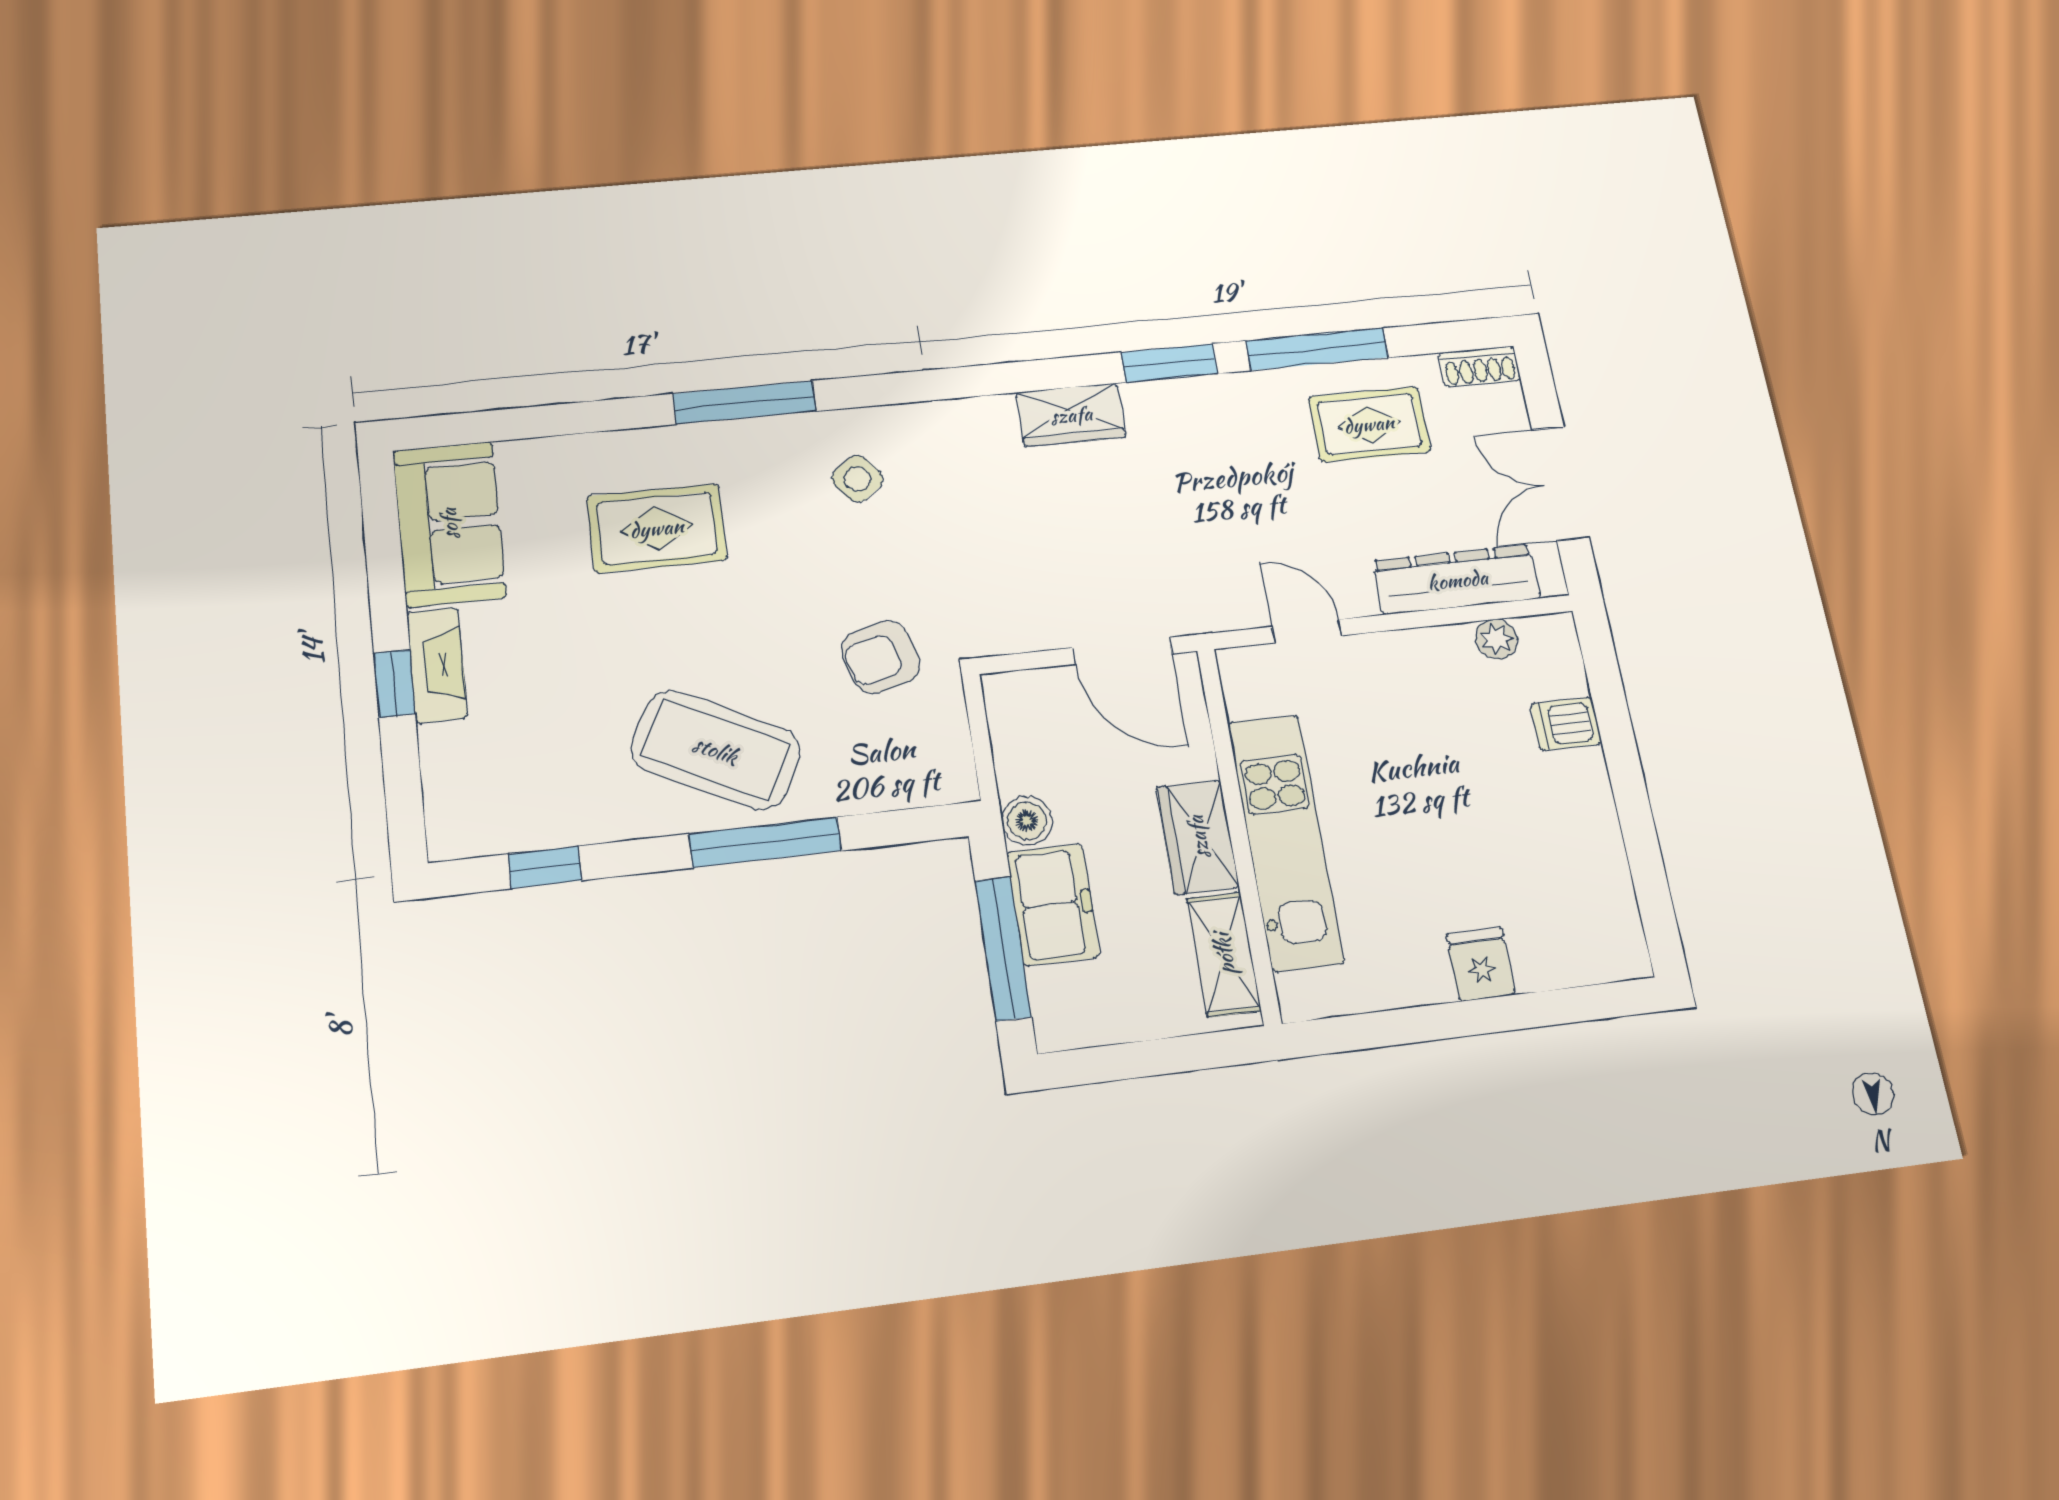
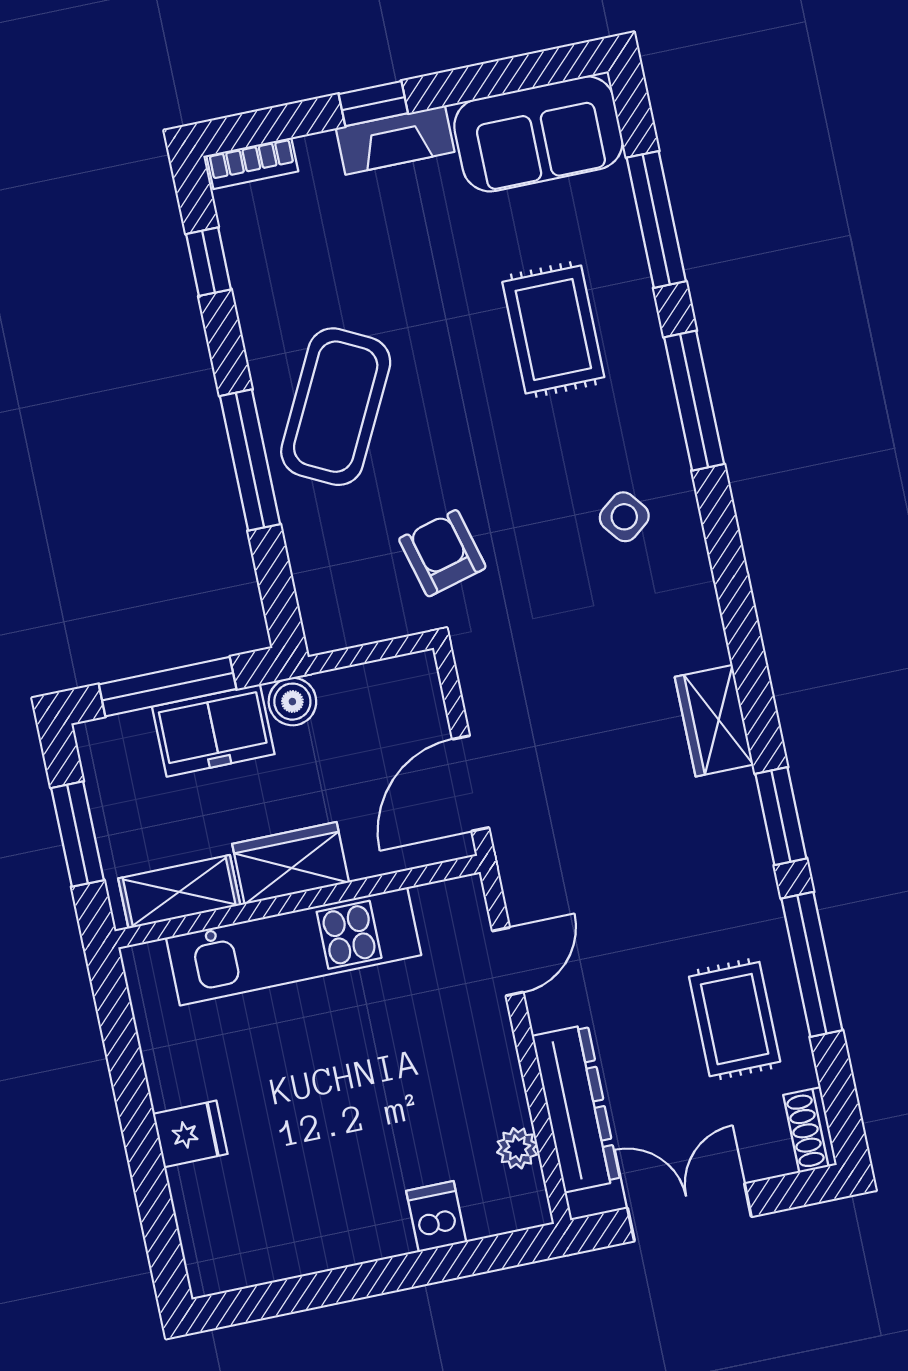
window: (554, 420) -> (656, 219), added
bookcase: (443, 813) -> (252, 163), added
window: (1158, 1057) -> (78, 834), added

